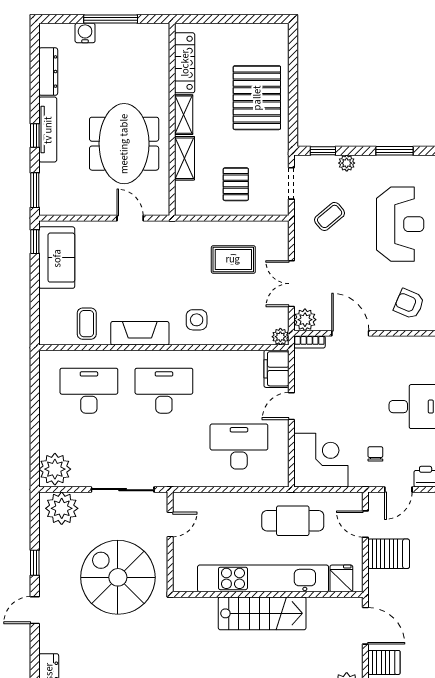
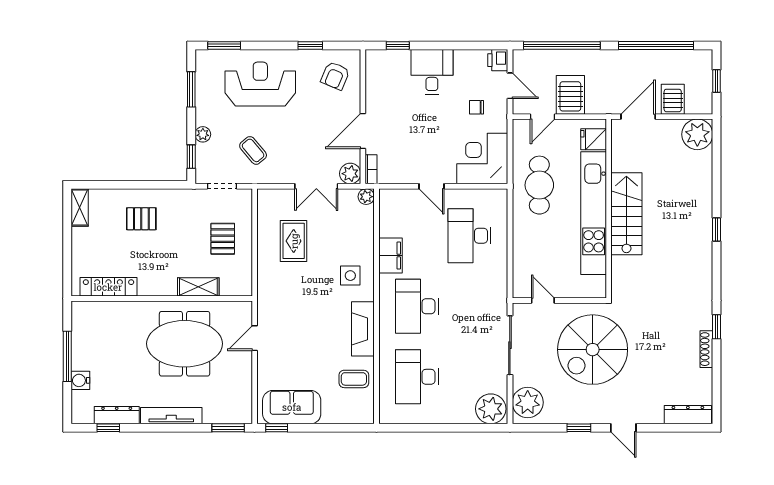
pallet: (257, 98) -> (141, 219), width x0.49, depth x0.50
shelving: (184, 115) -> (80, 207), moved, turned 90
window: (35, 135) -> (108, 428), moved
pallet: (236, 184) -> (223, 239), turned 90
filing cabinet: (276, 369) -> (391, 256), moved, turned -90

